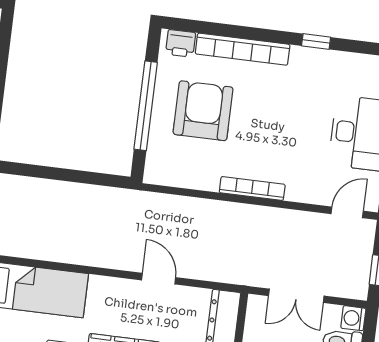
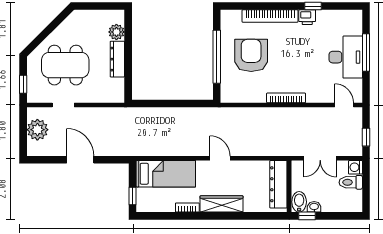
printer: (181, 43) -> (307, 17), moved
door: (347, 212) -> (344, 105), hinge flipped
door: (159, 279) -> (220, 158), moved

